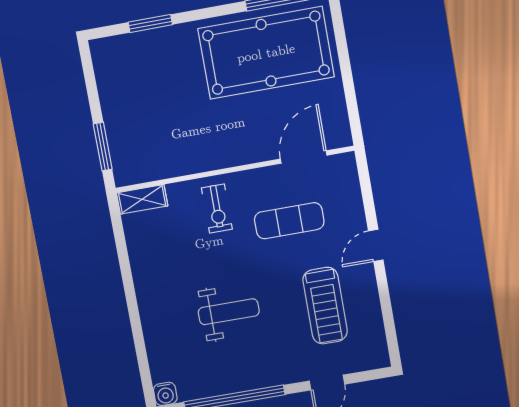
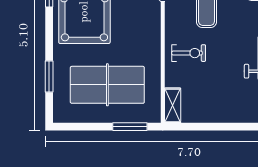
table tennis table: (154, 106) -> (107, 85), added

